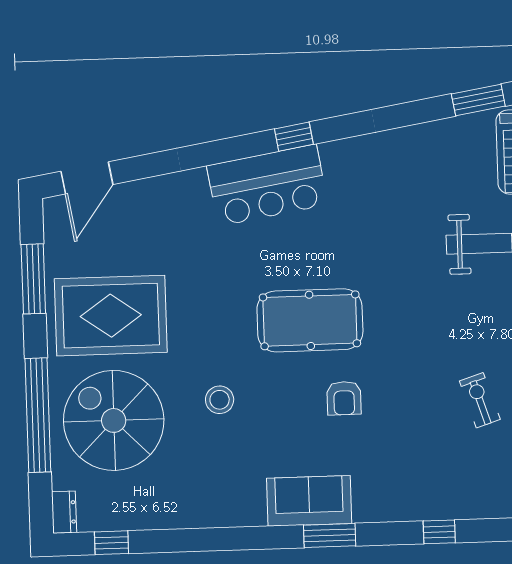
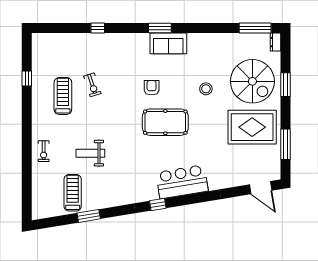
window: (294, 137) -> (158, 205), moved
door: (87, 178) -> (261, 188), swing flipped
window: (38, 415) -> (285, 85), width x0.47
window: (439, 532) -> (98, 28), moved
window: (112, 543) -> (255, 28), width x2.17

